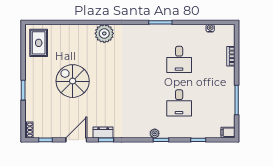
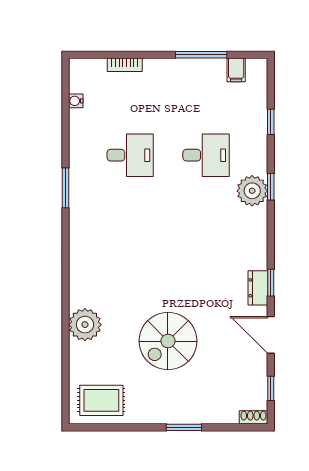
plant: (104, 33) -> (85, 325), moved
filing cabinet: (228, 132) -> (236, 70), moved
plant: (155, 133) -> (252, 191), width x1.87, depth x1.87

